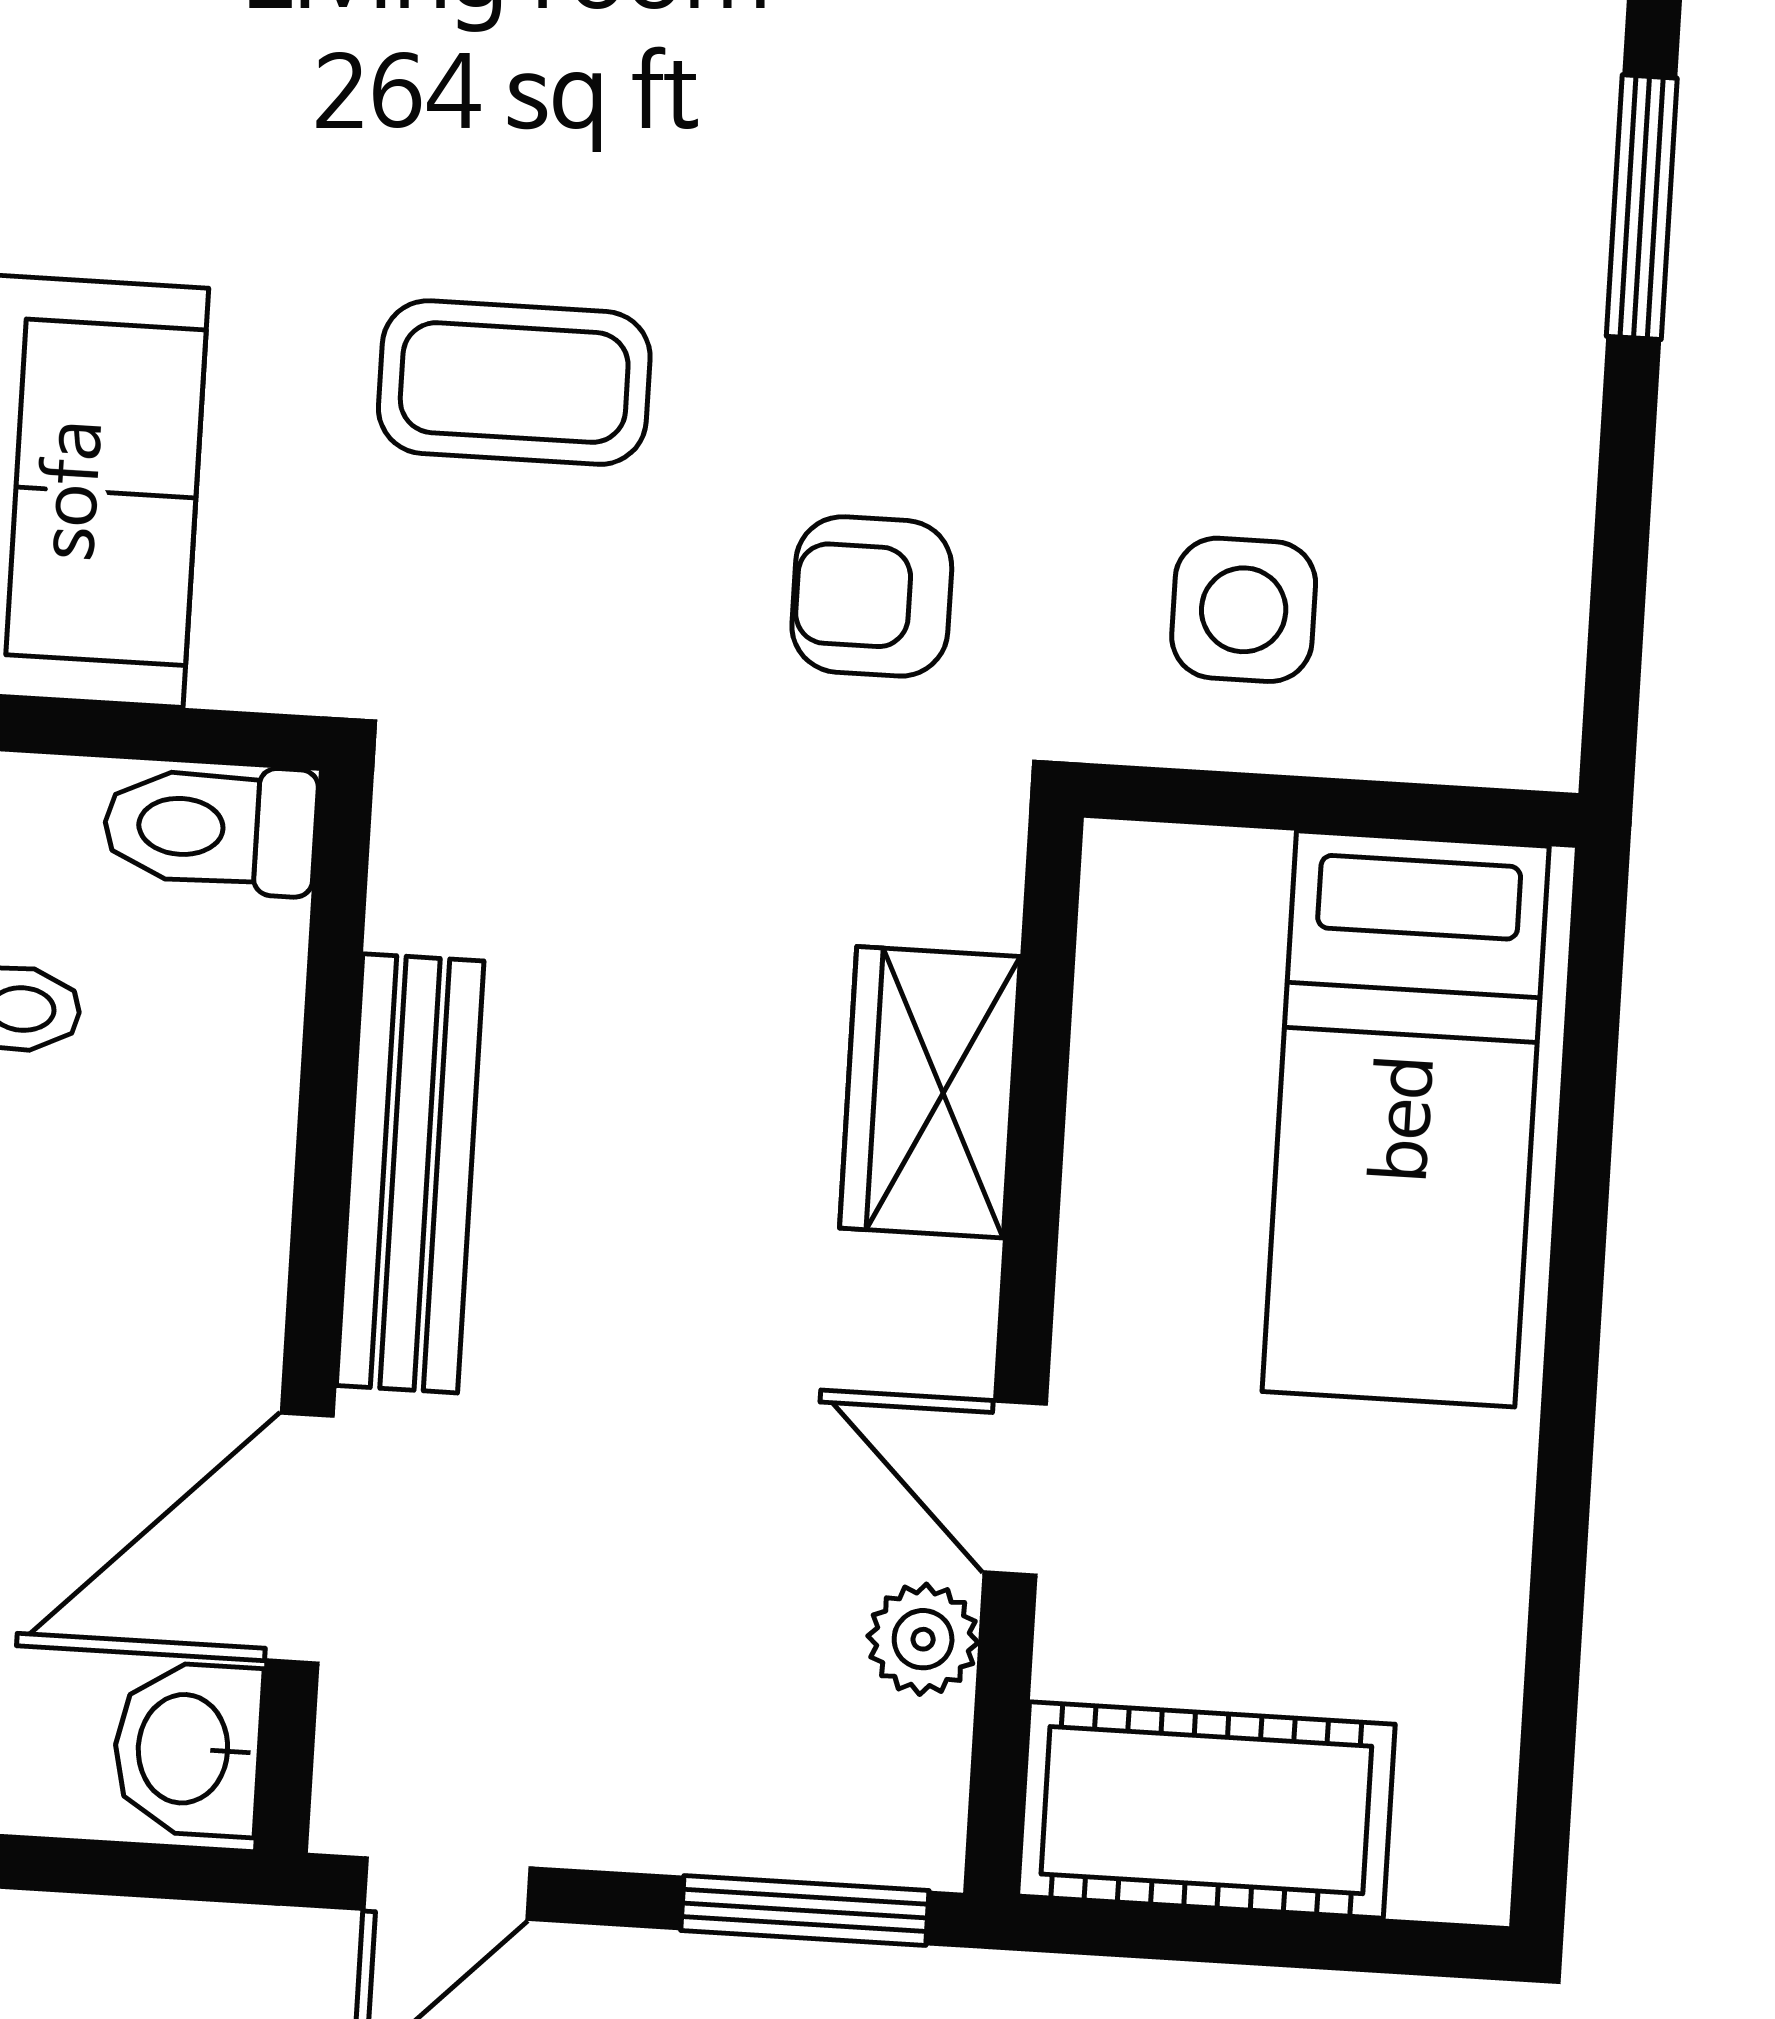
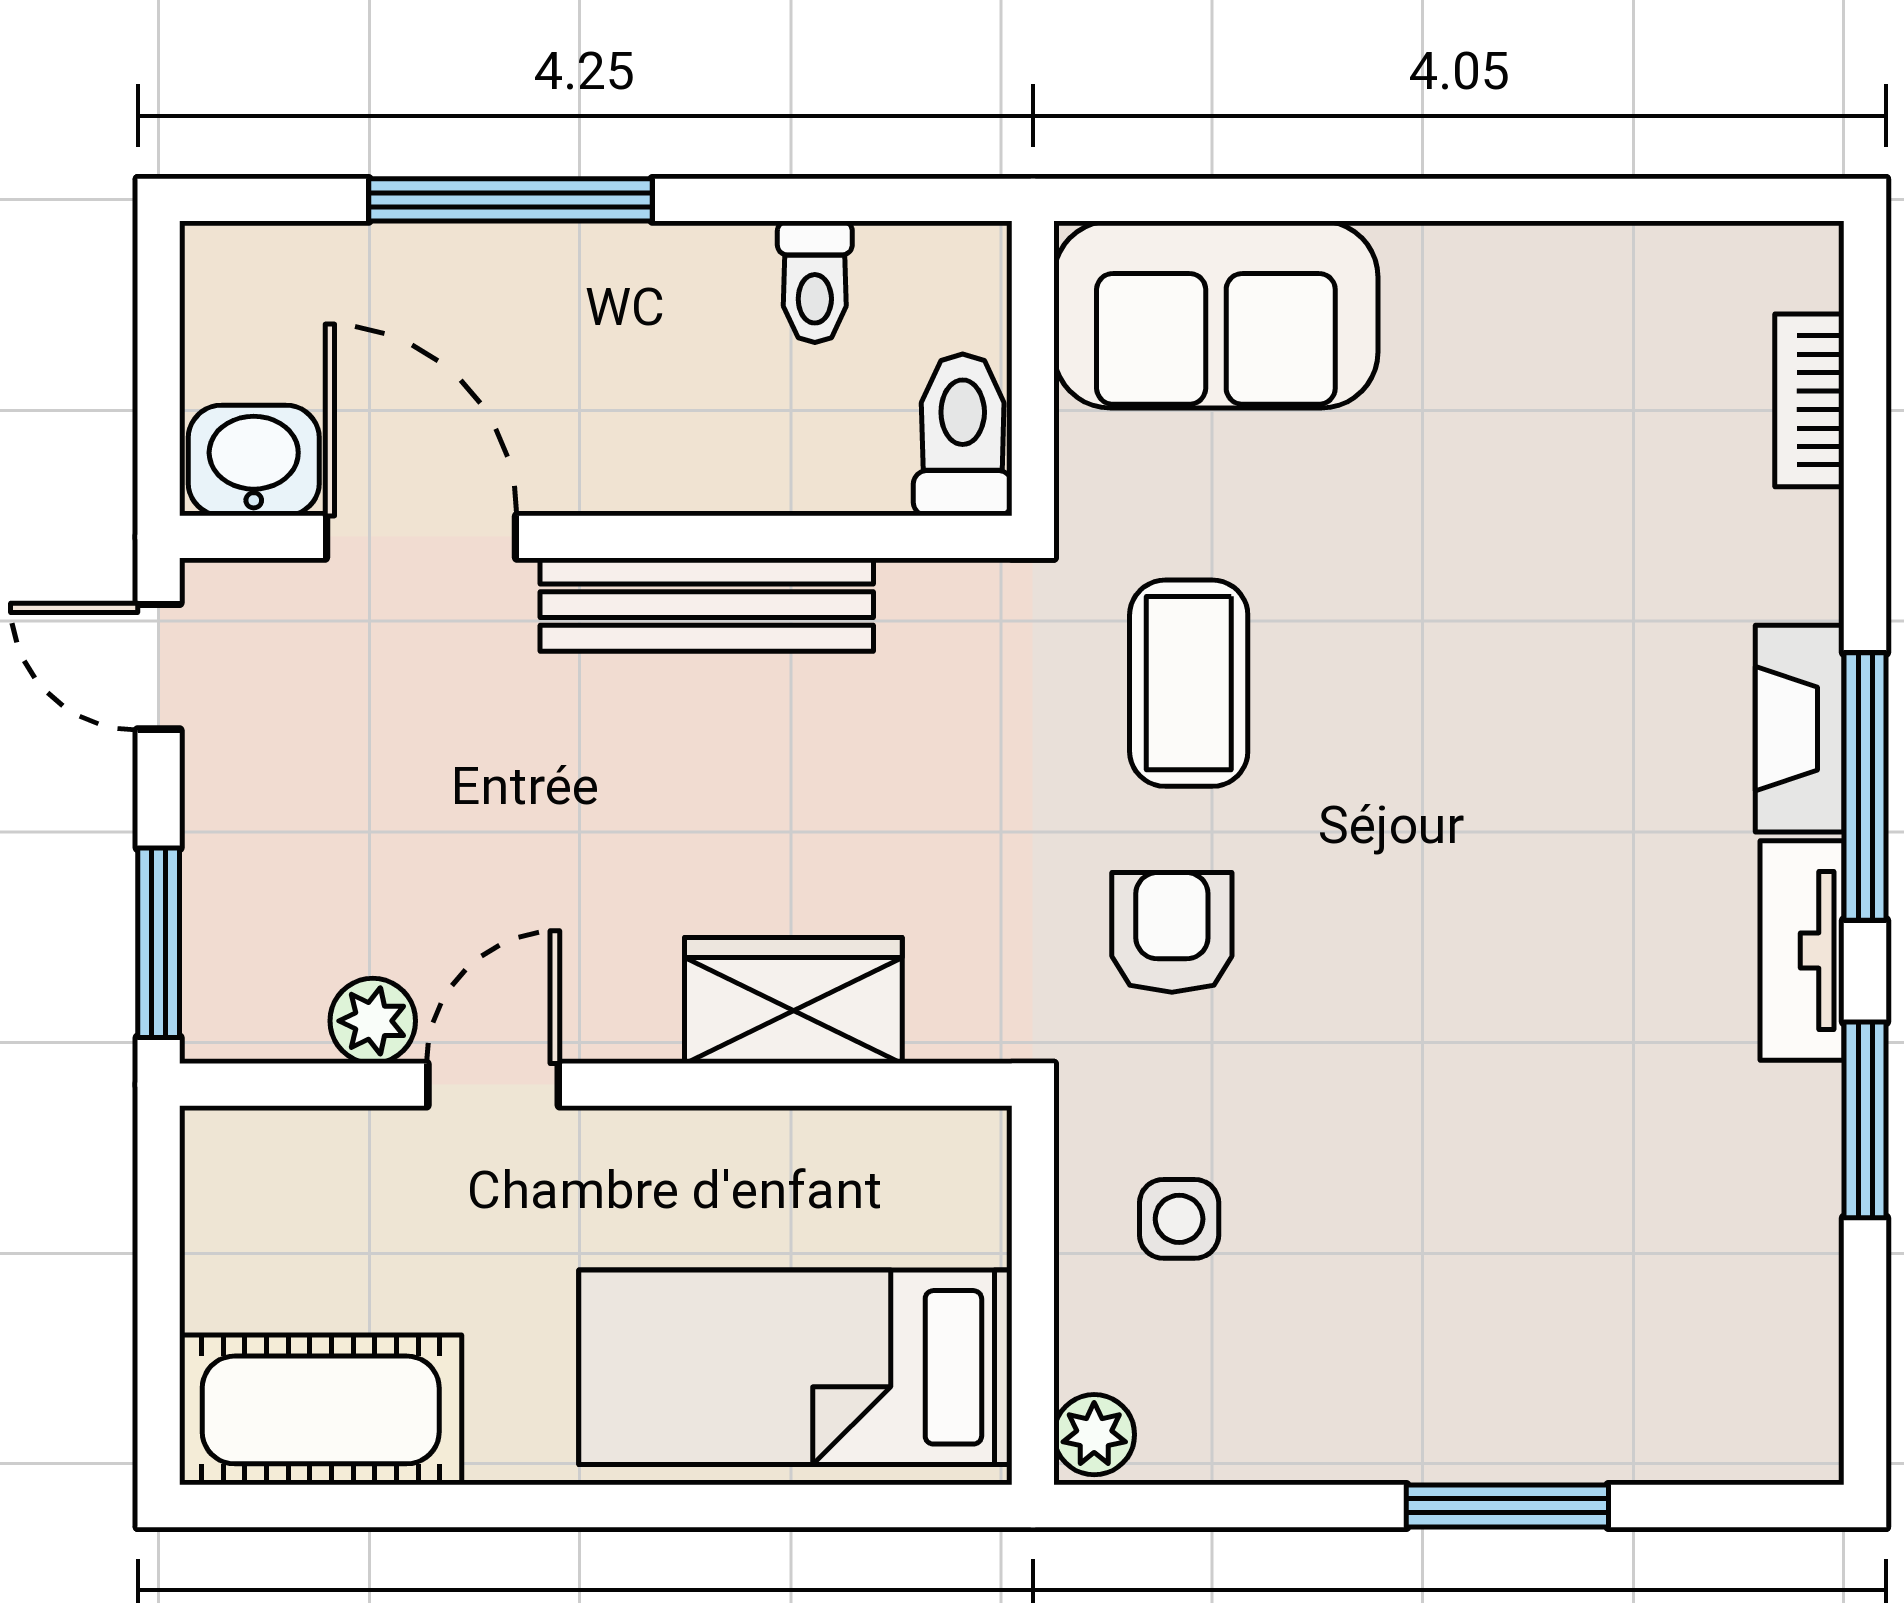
coffee table: (514, 383) -> (1189, 683), moved
side table: (1244, 610) -> (1179, 1219), width x0.73, depth x0.73
plant: (1517, 737) -> (1094, 1435), added
cot: (1206, 1810) -> (321, 1410), moved, turned 90

